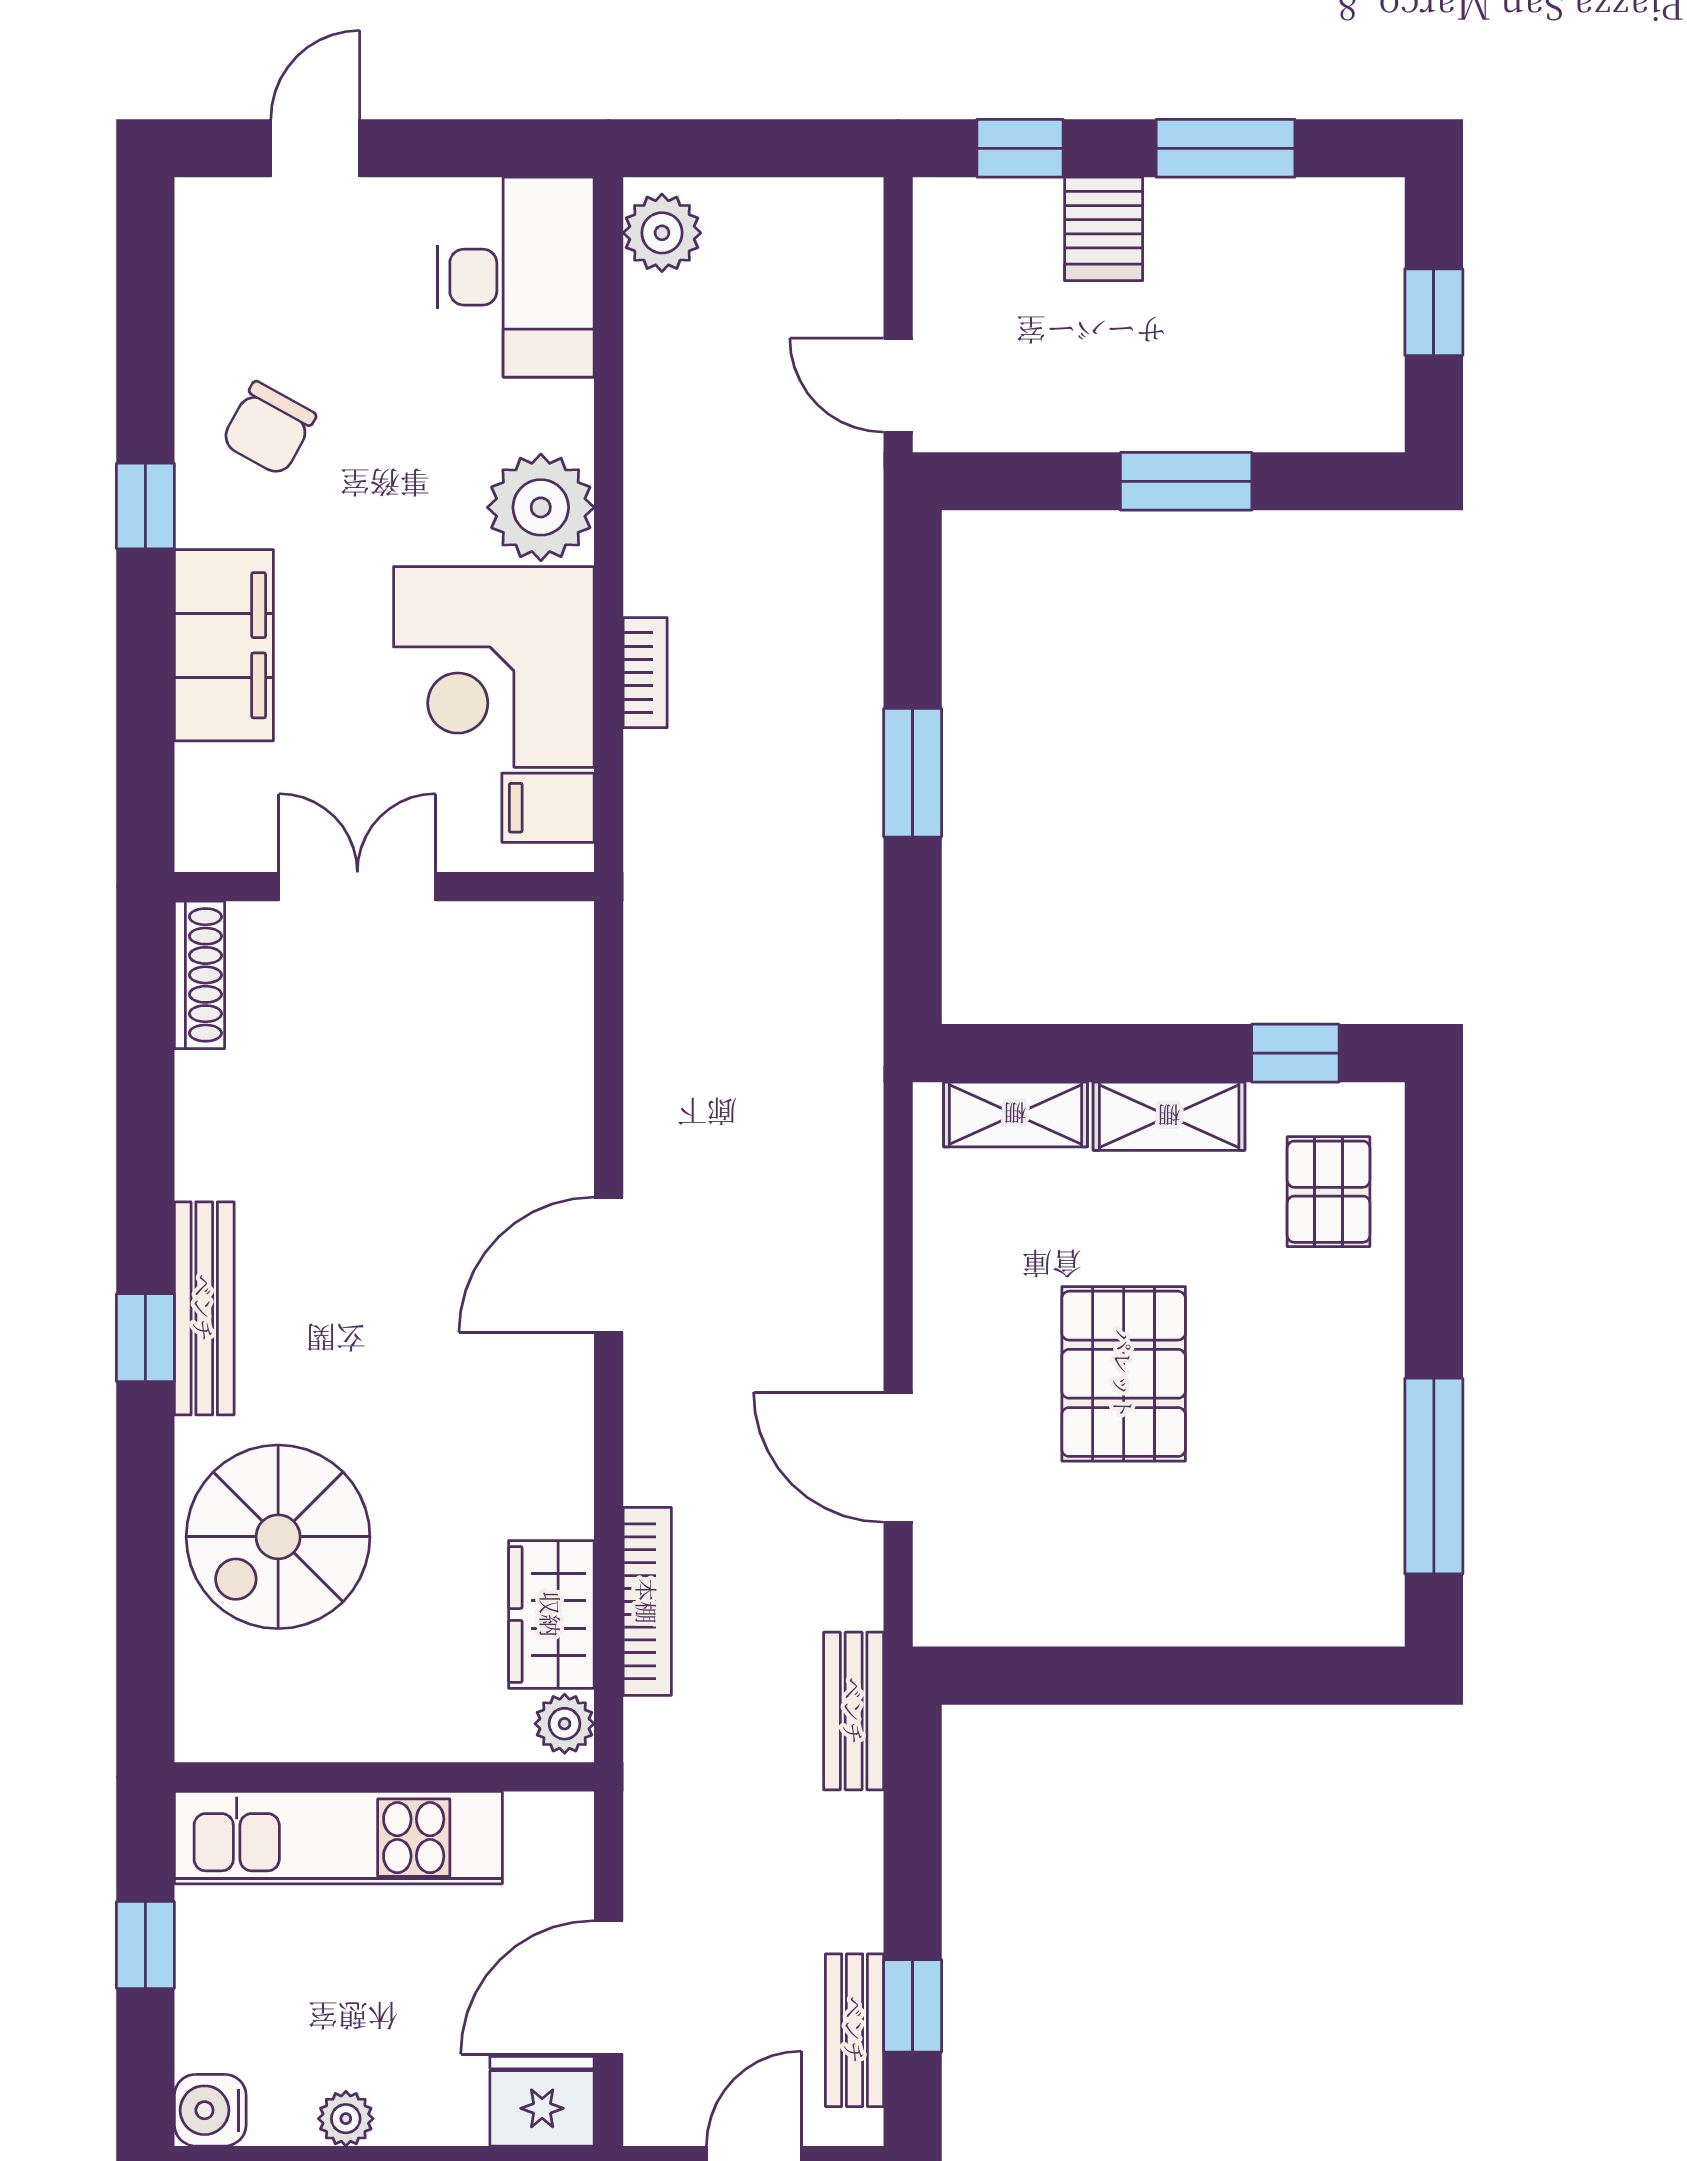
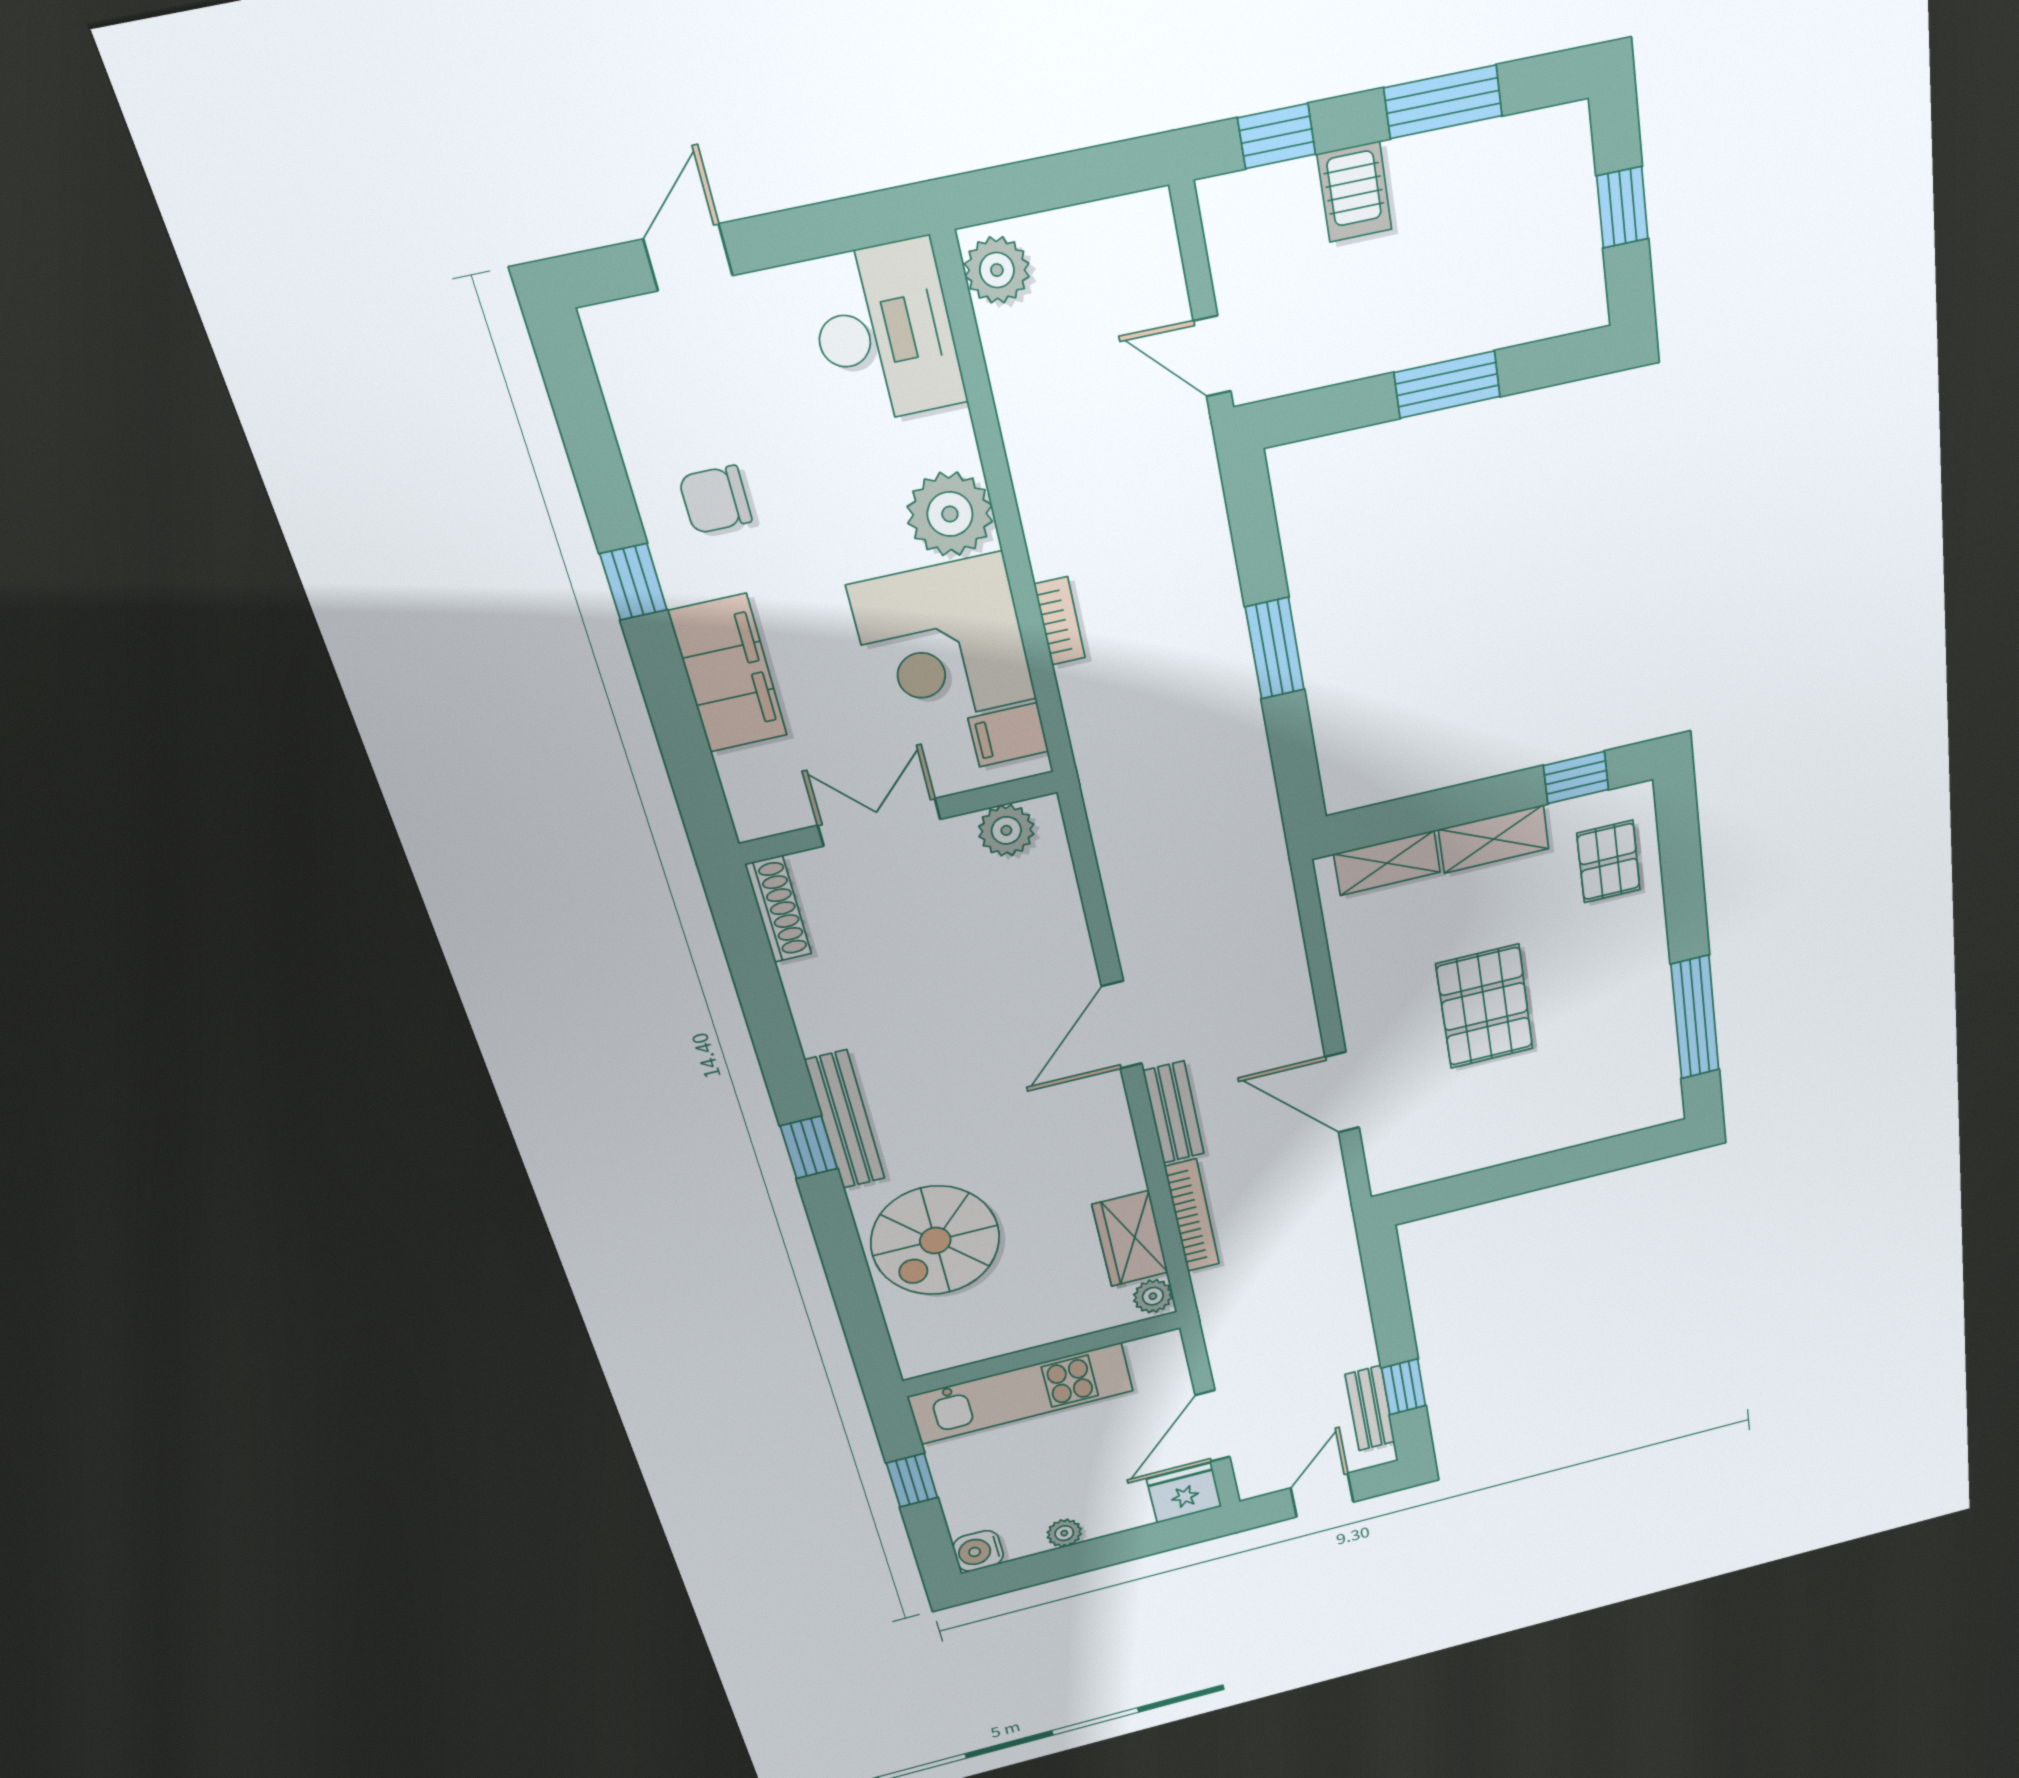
chair: (269, 429) -> (715, 500), turned 61
plant: (516, 938) -> (1006, 830), added
bench: (854, 1711) -> (1174, 1112), moved

